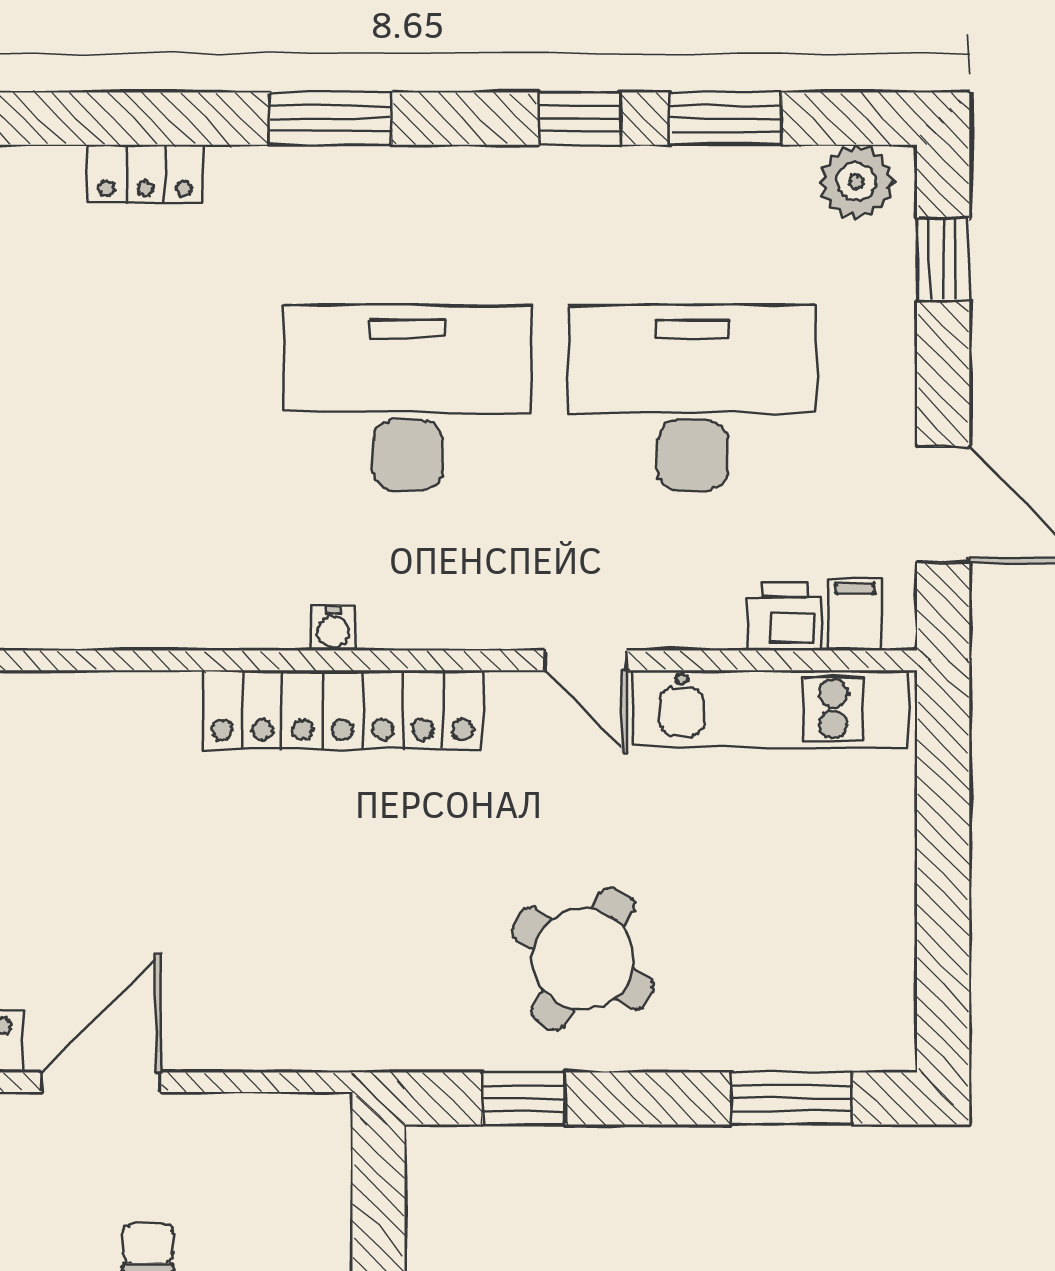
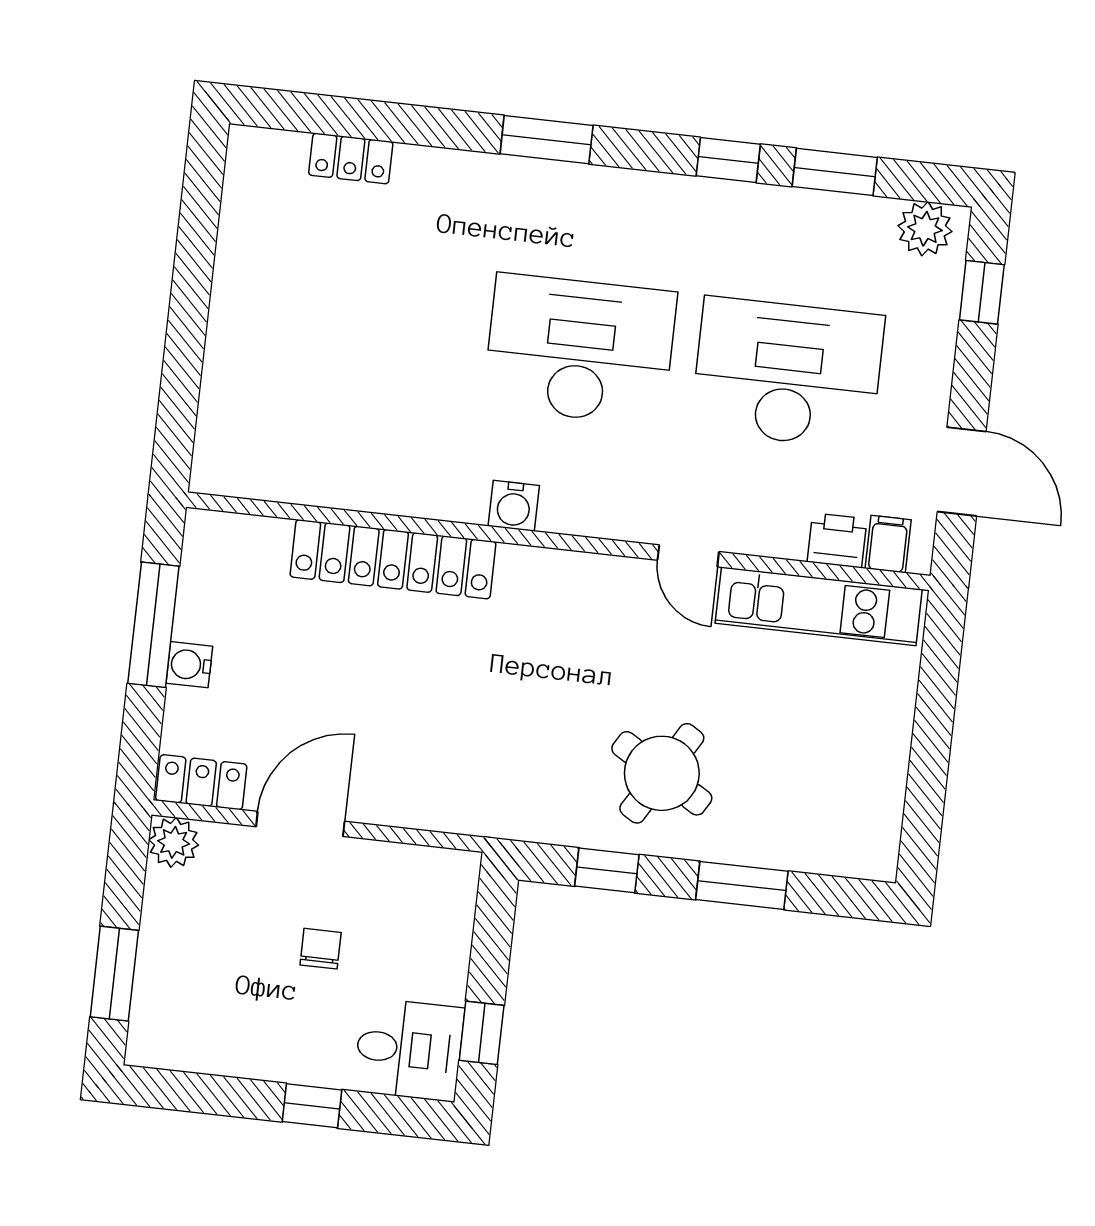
locker: (145, 174) -> (351, 158), moved
water cooler: (333, 628) -> (514, 506), width x1.38, depth x1.38
locker: (342, 710) -> (393, 559), moved
window: (792, 1098) -> (742, 885), moved

